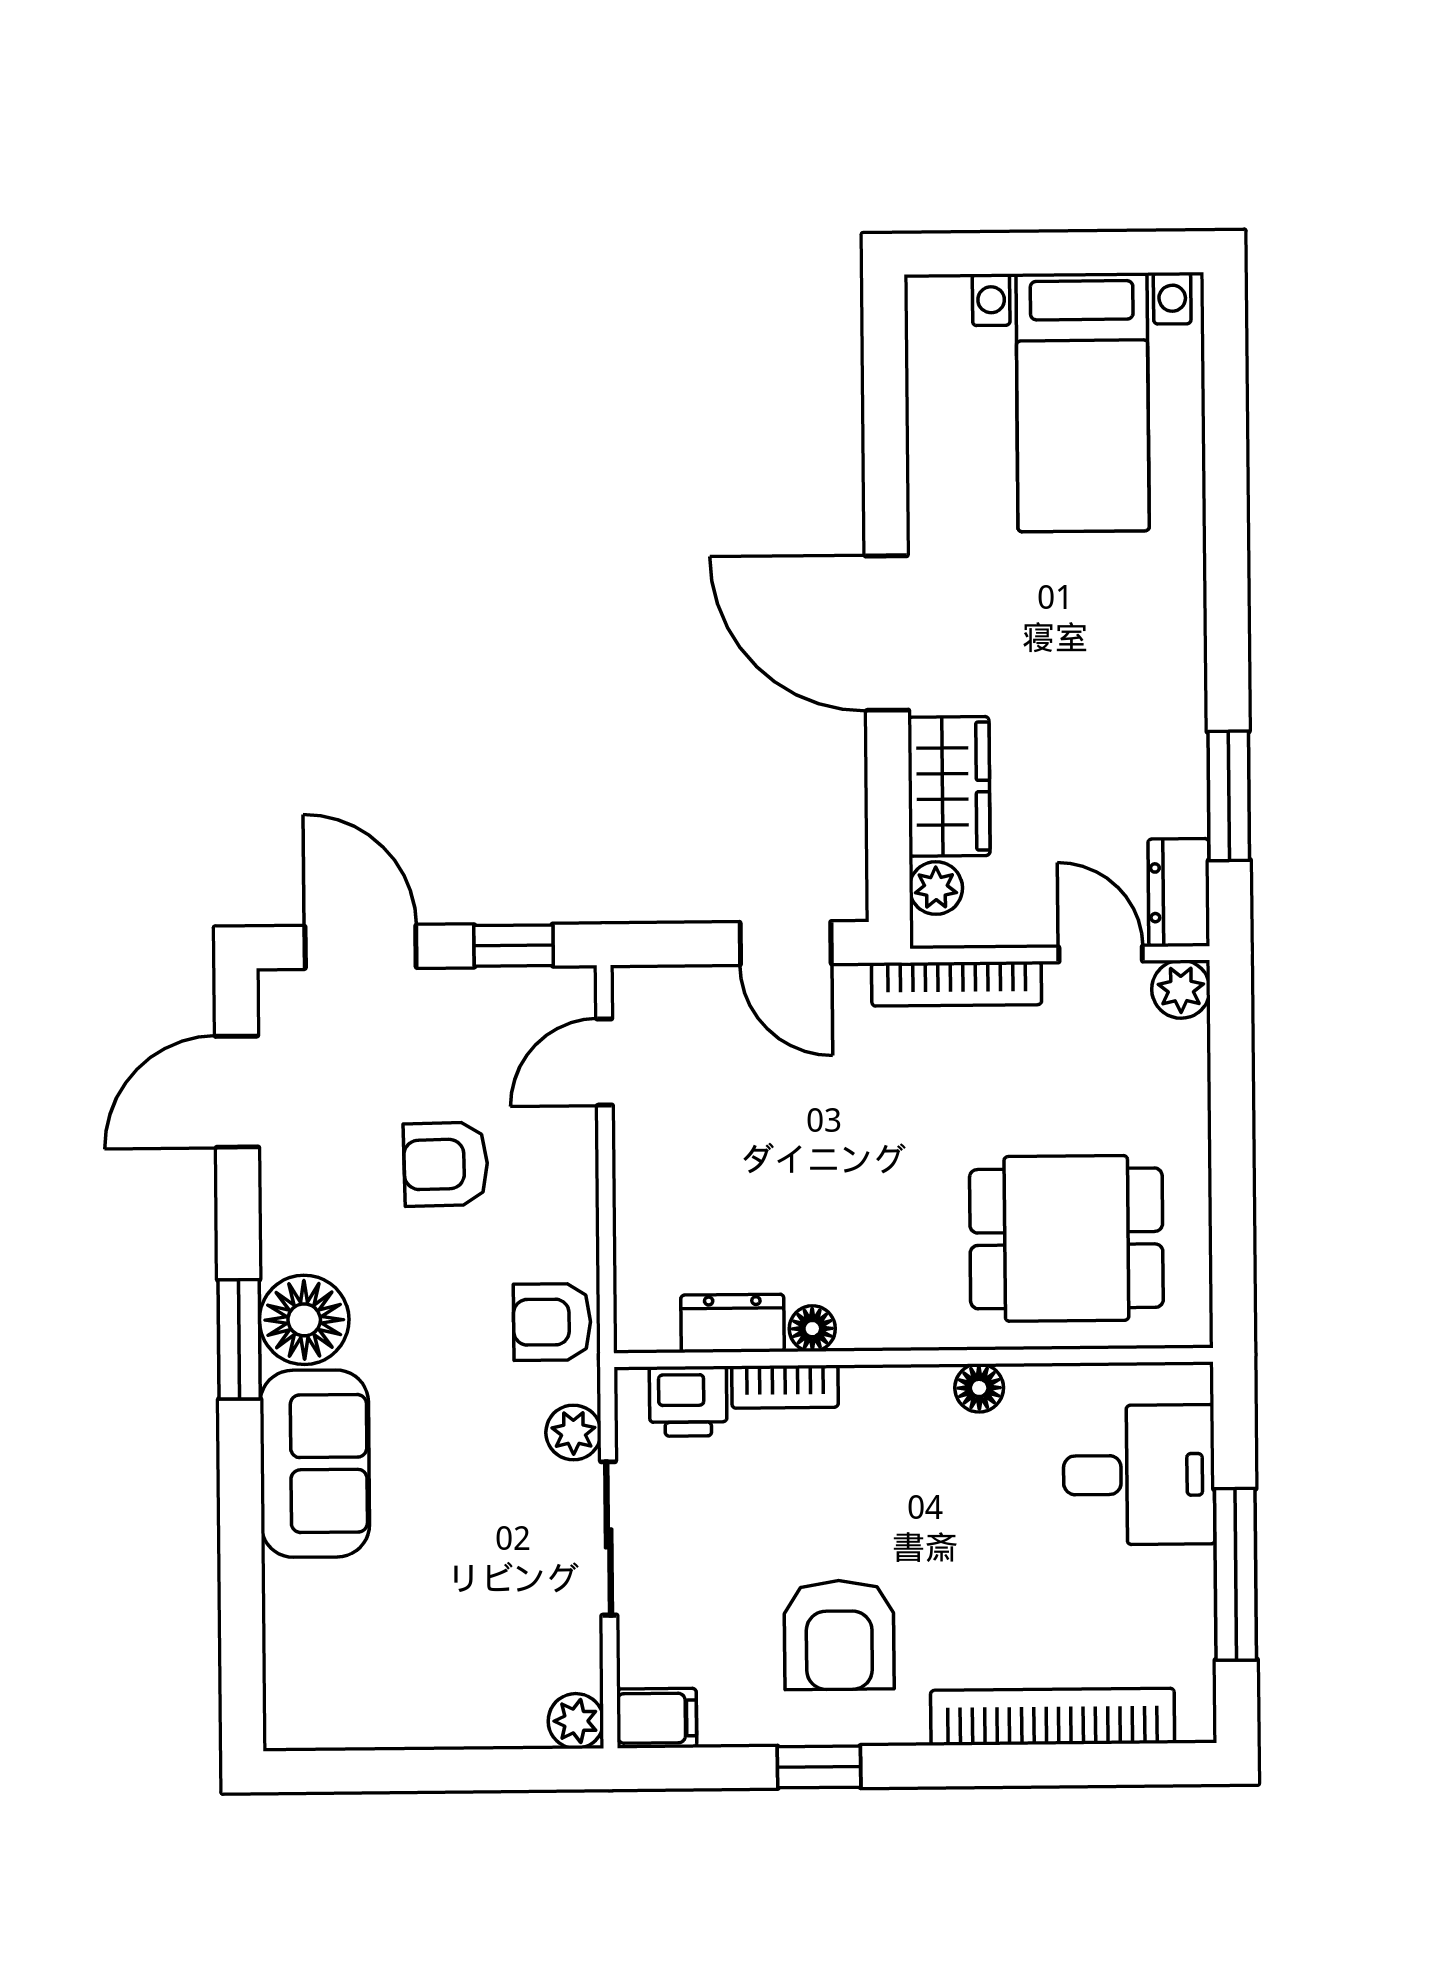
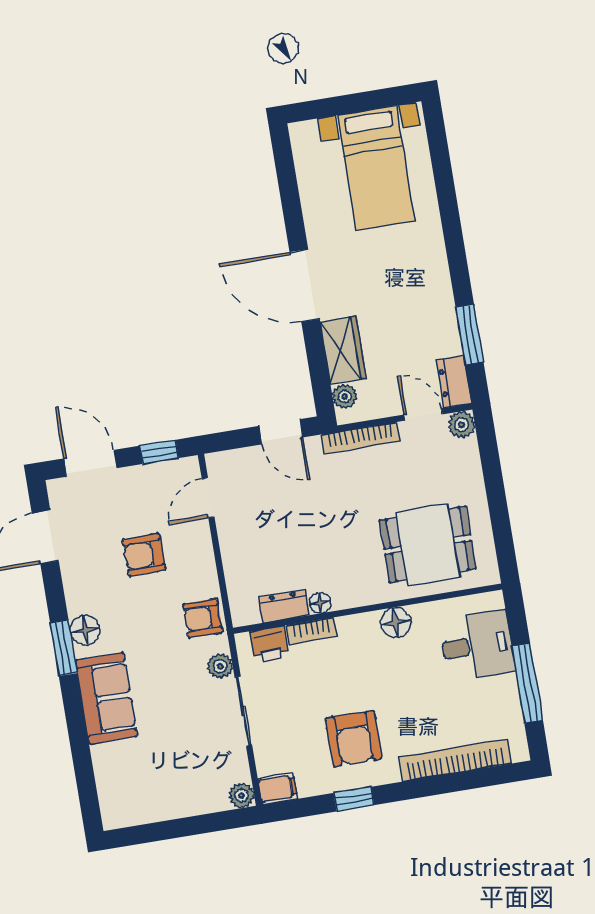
floor lamp: (304, 1320) -> (85, 630), width x0.73, depth x0.73
floor lamp: (979, 1388) -> (396, 622), width x1.37, depth x1.37

